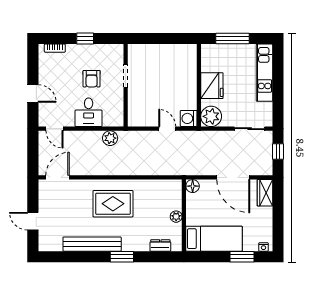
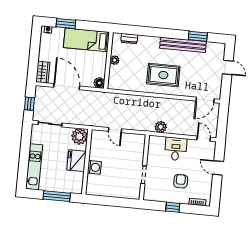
armchair: (92, 79) -> (181, 181), moved
washing machine: (189, 118) -> (94, 167), moved
window: (122, 257) -> (198, 36), moved

